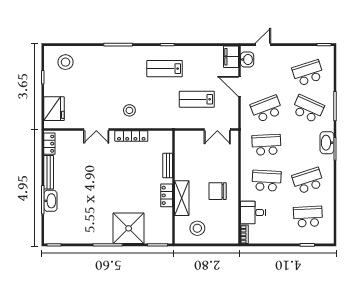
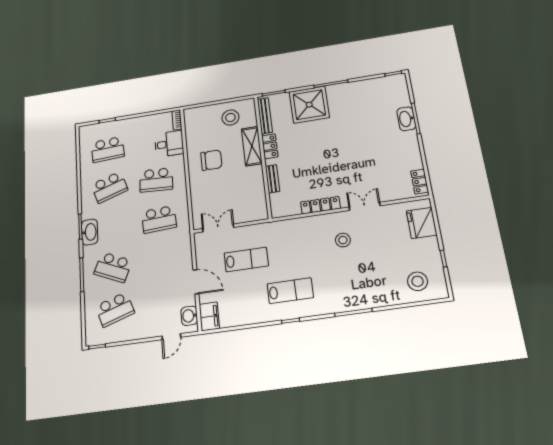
school desk: (266, 109) -> (162, 260), removed
stool: (129, 110) -> (343, 240), moved
bench: (49, 172) -> (265, 116), moved

